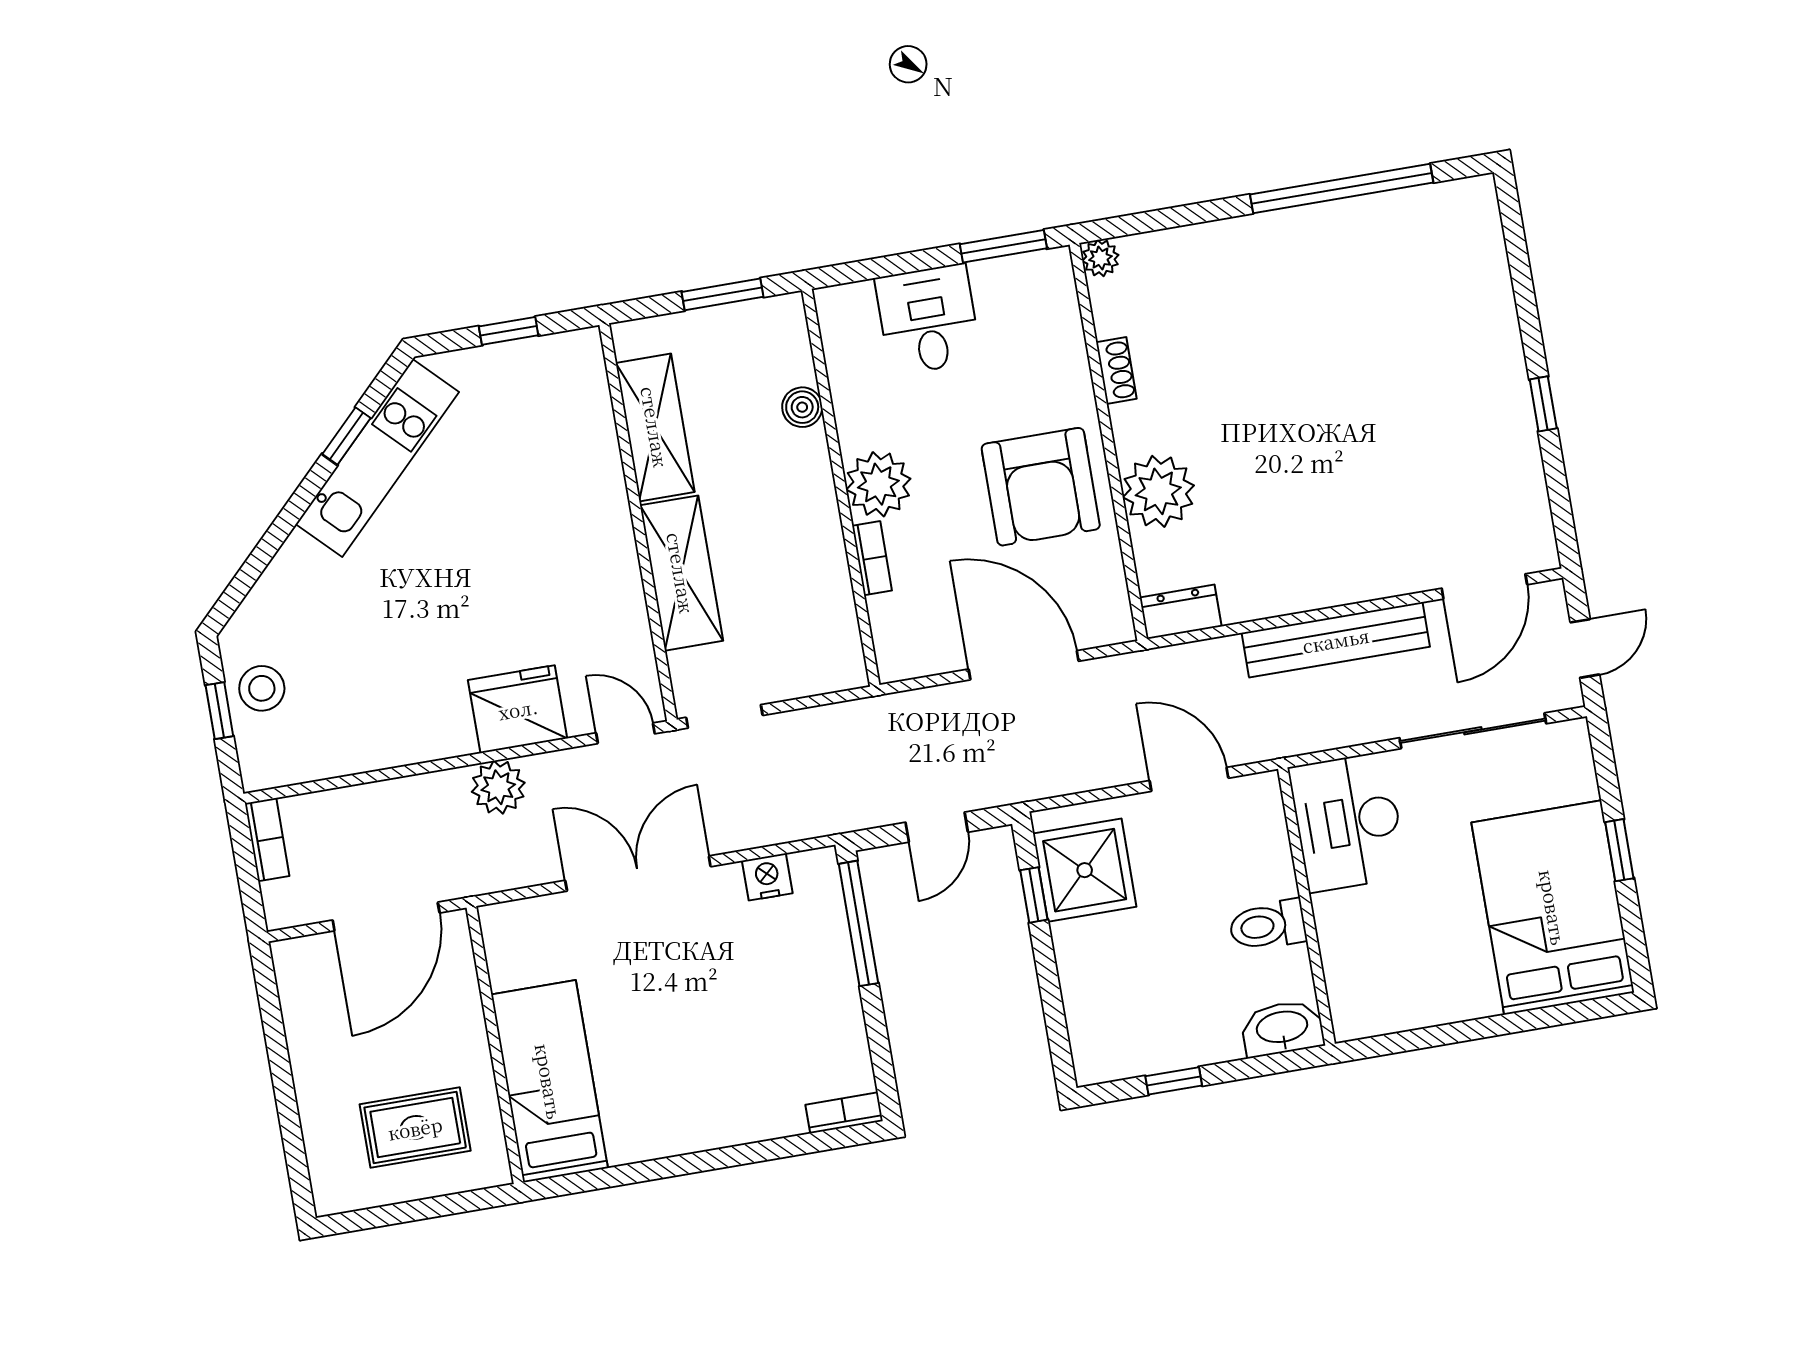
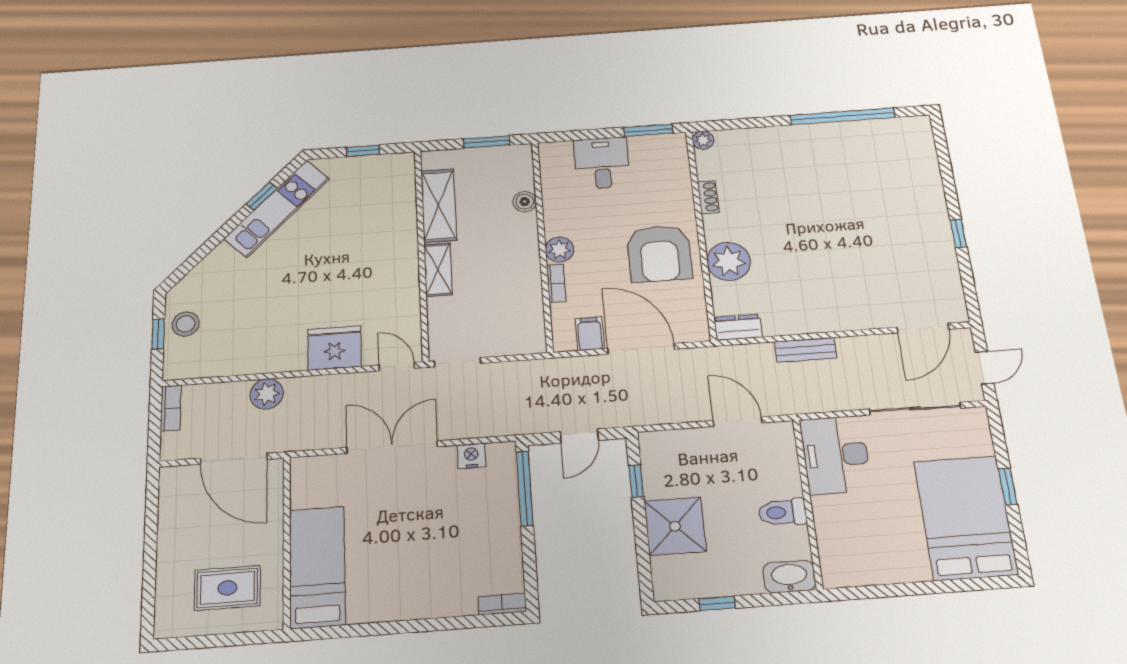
plant: (878, 484) -> (559, 250), width x0.73, depth x0.73
shelving: (681, 573) -> (438, 270), width x0.67, depth x0.75
bench: (1336, 640) -> (805, 350), width x0.54, depth x0.82
filing cabinet: (937, 646) -> (590, 334), added
plant: (498, 787) -> (267, 394), moved
shower: (1085, 870) -> (675, 526), moved
door: (386, 917) -> (234, 459), hinge flipped

